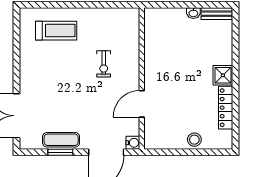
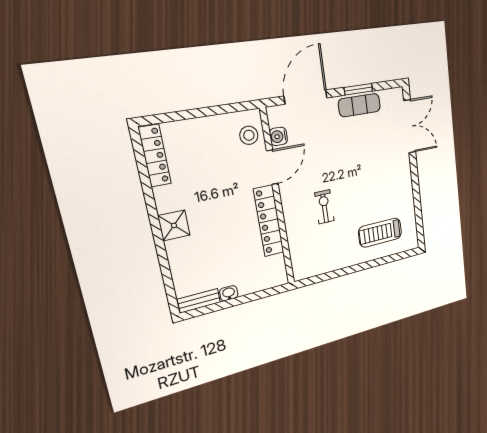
locker: (152, 63) -> (269, 221), added
locker: (226, 108) -> (155, 156), moved
stool: (194, 140) -> (249, 135), moved
water cooler: (133, 143) -> (278, 136), moved

